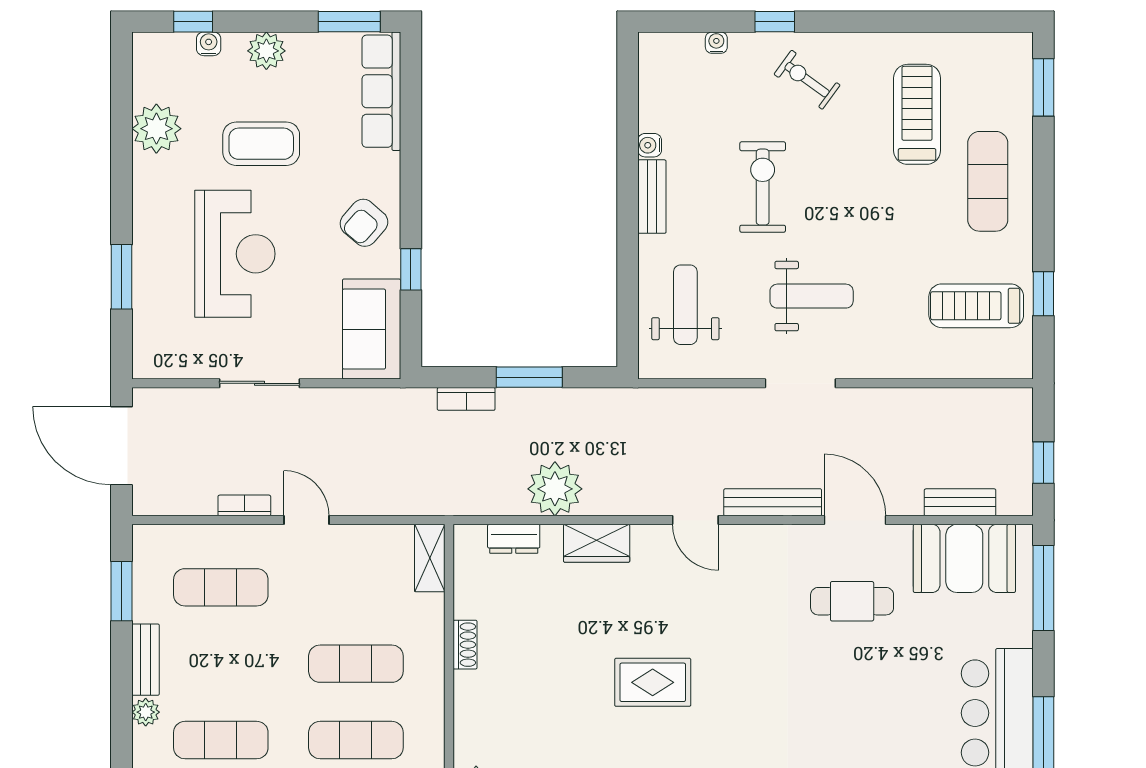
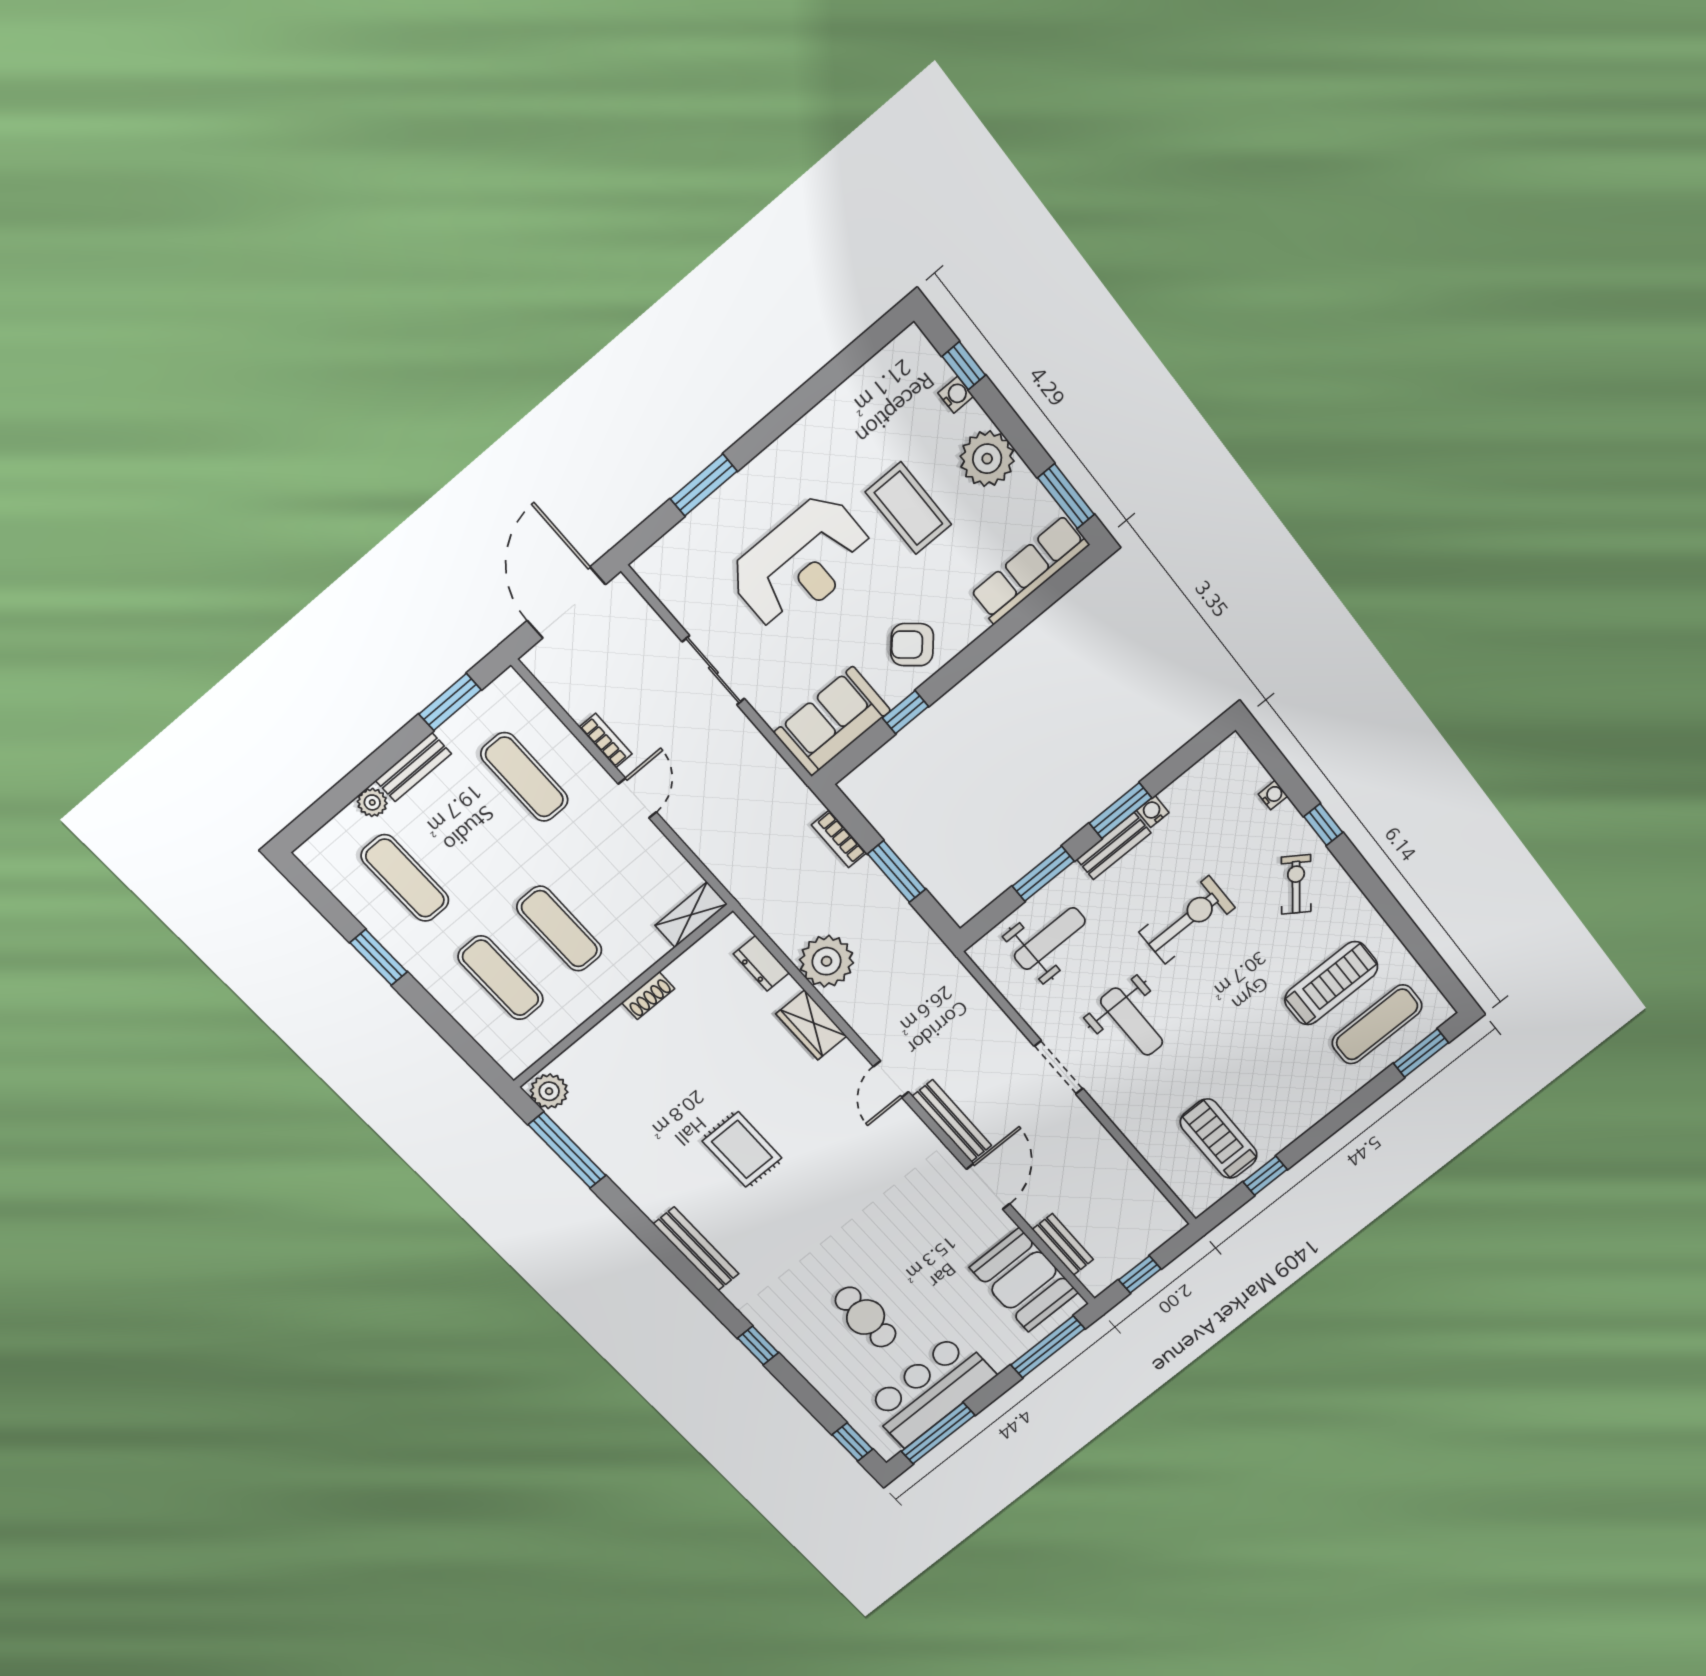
plant: (266, 51) -> (987, 459), width x1.36, depth x1.36
plant: (156, 129) -> (850, 410), removed
window: (628, 169) -> (1121, 811), added
exercise mat: (988, 181) -> (1377, 1024), moved
window: (628, 268) -> (1043, 874), added
cafe table: (852, 601) -> (866, 1317), moved

